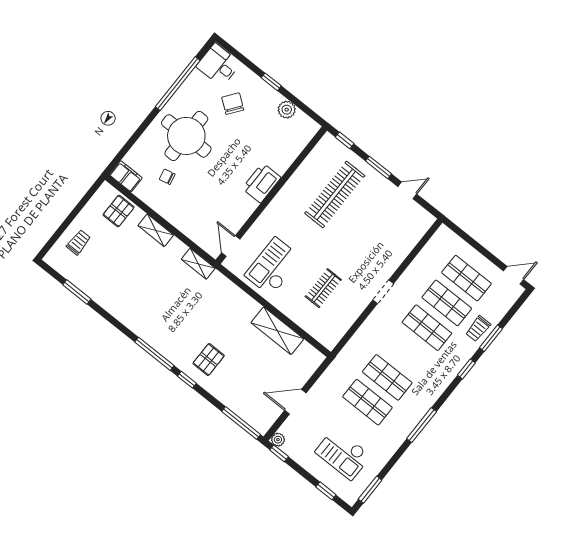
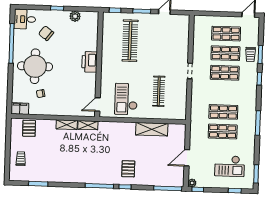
shelving: (156, 230) -> (67, 125), moved
door: (231, 246) -> (97, 104), hinge flipped
clothes rail: (323, 288) -> (159, 91), width x1.36

